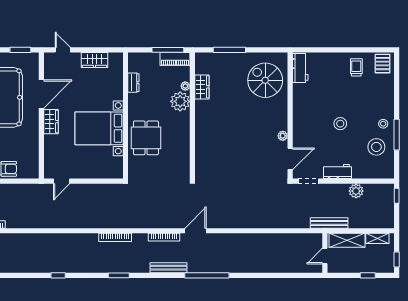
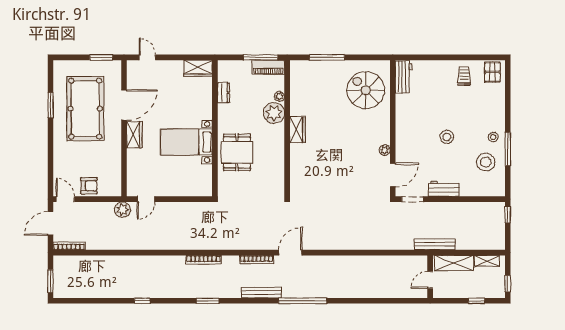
wardrobe: (94, 60) -> (198, 68), moved
wardrobe: (202, 87) -> (297, 130), moved
bed with nightstands: (99, 128) -> (186, 142), width x0.73
plant: (356, 191) -> (122, 210), moved

